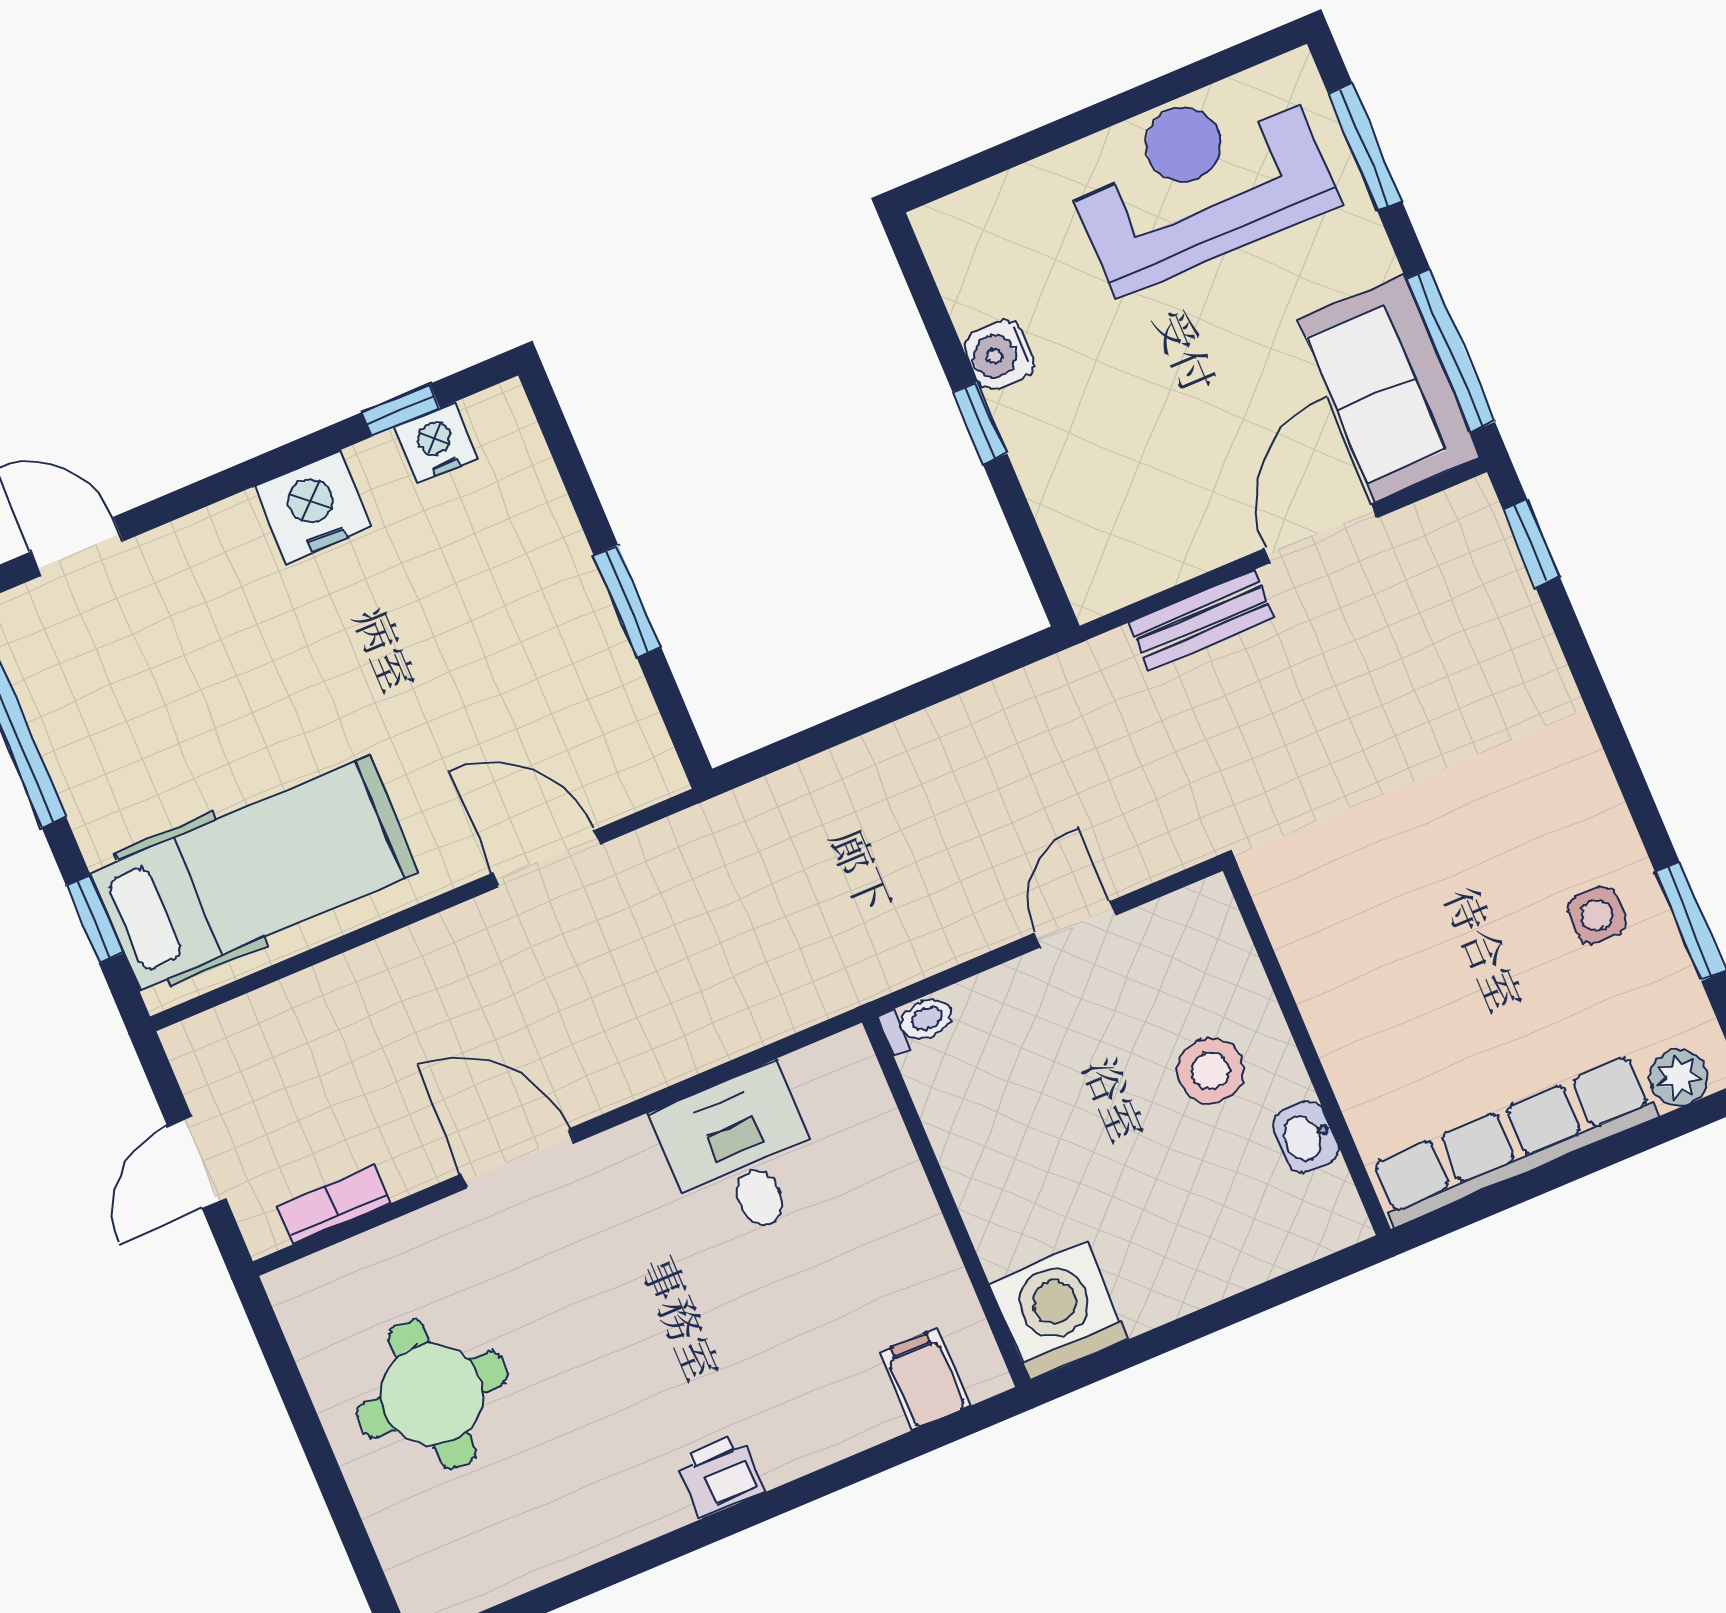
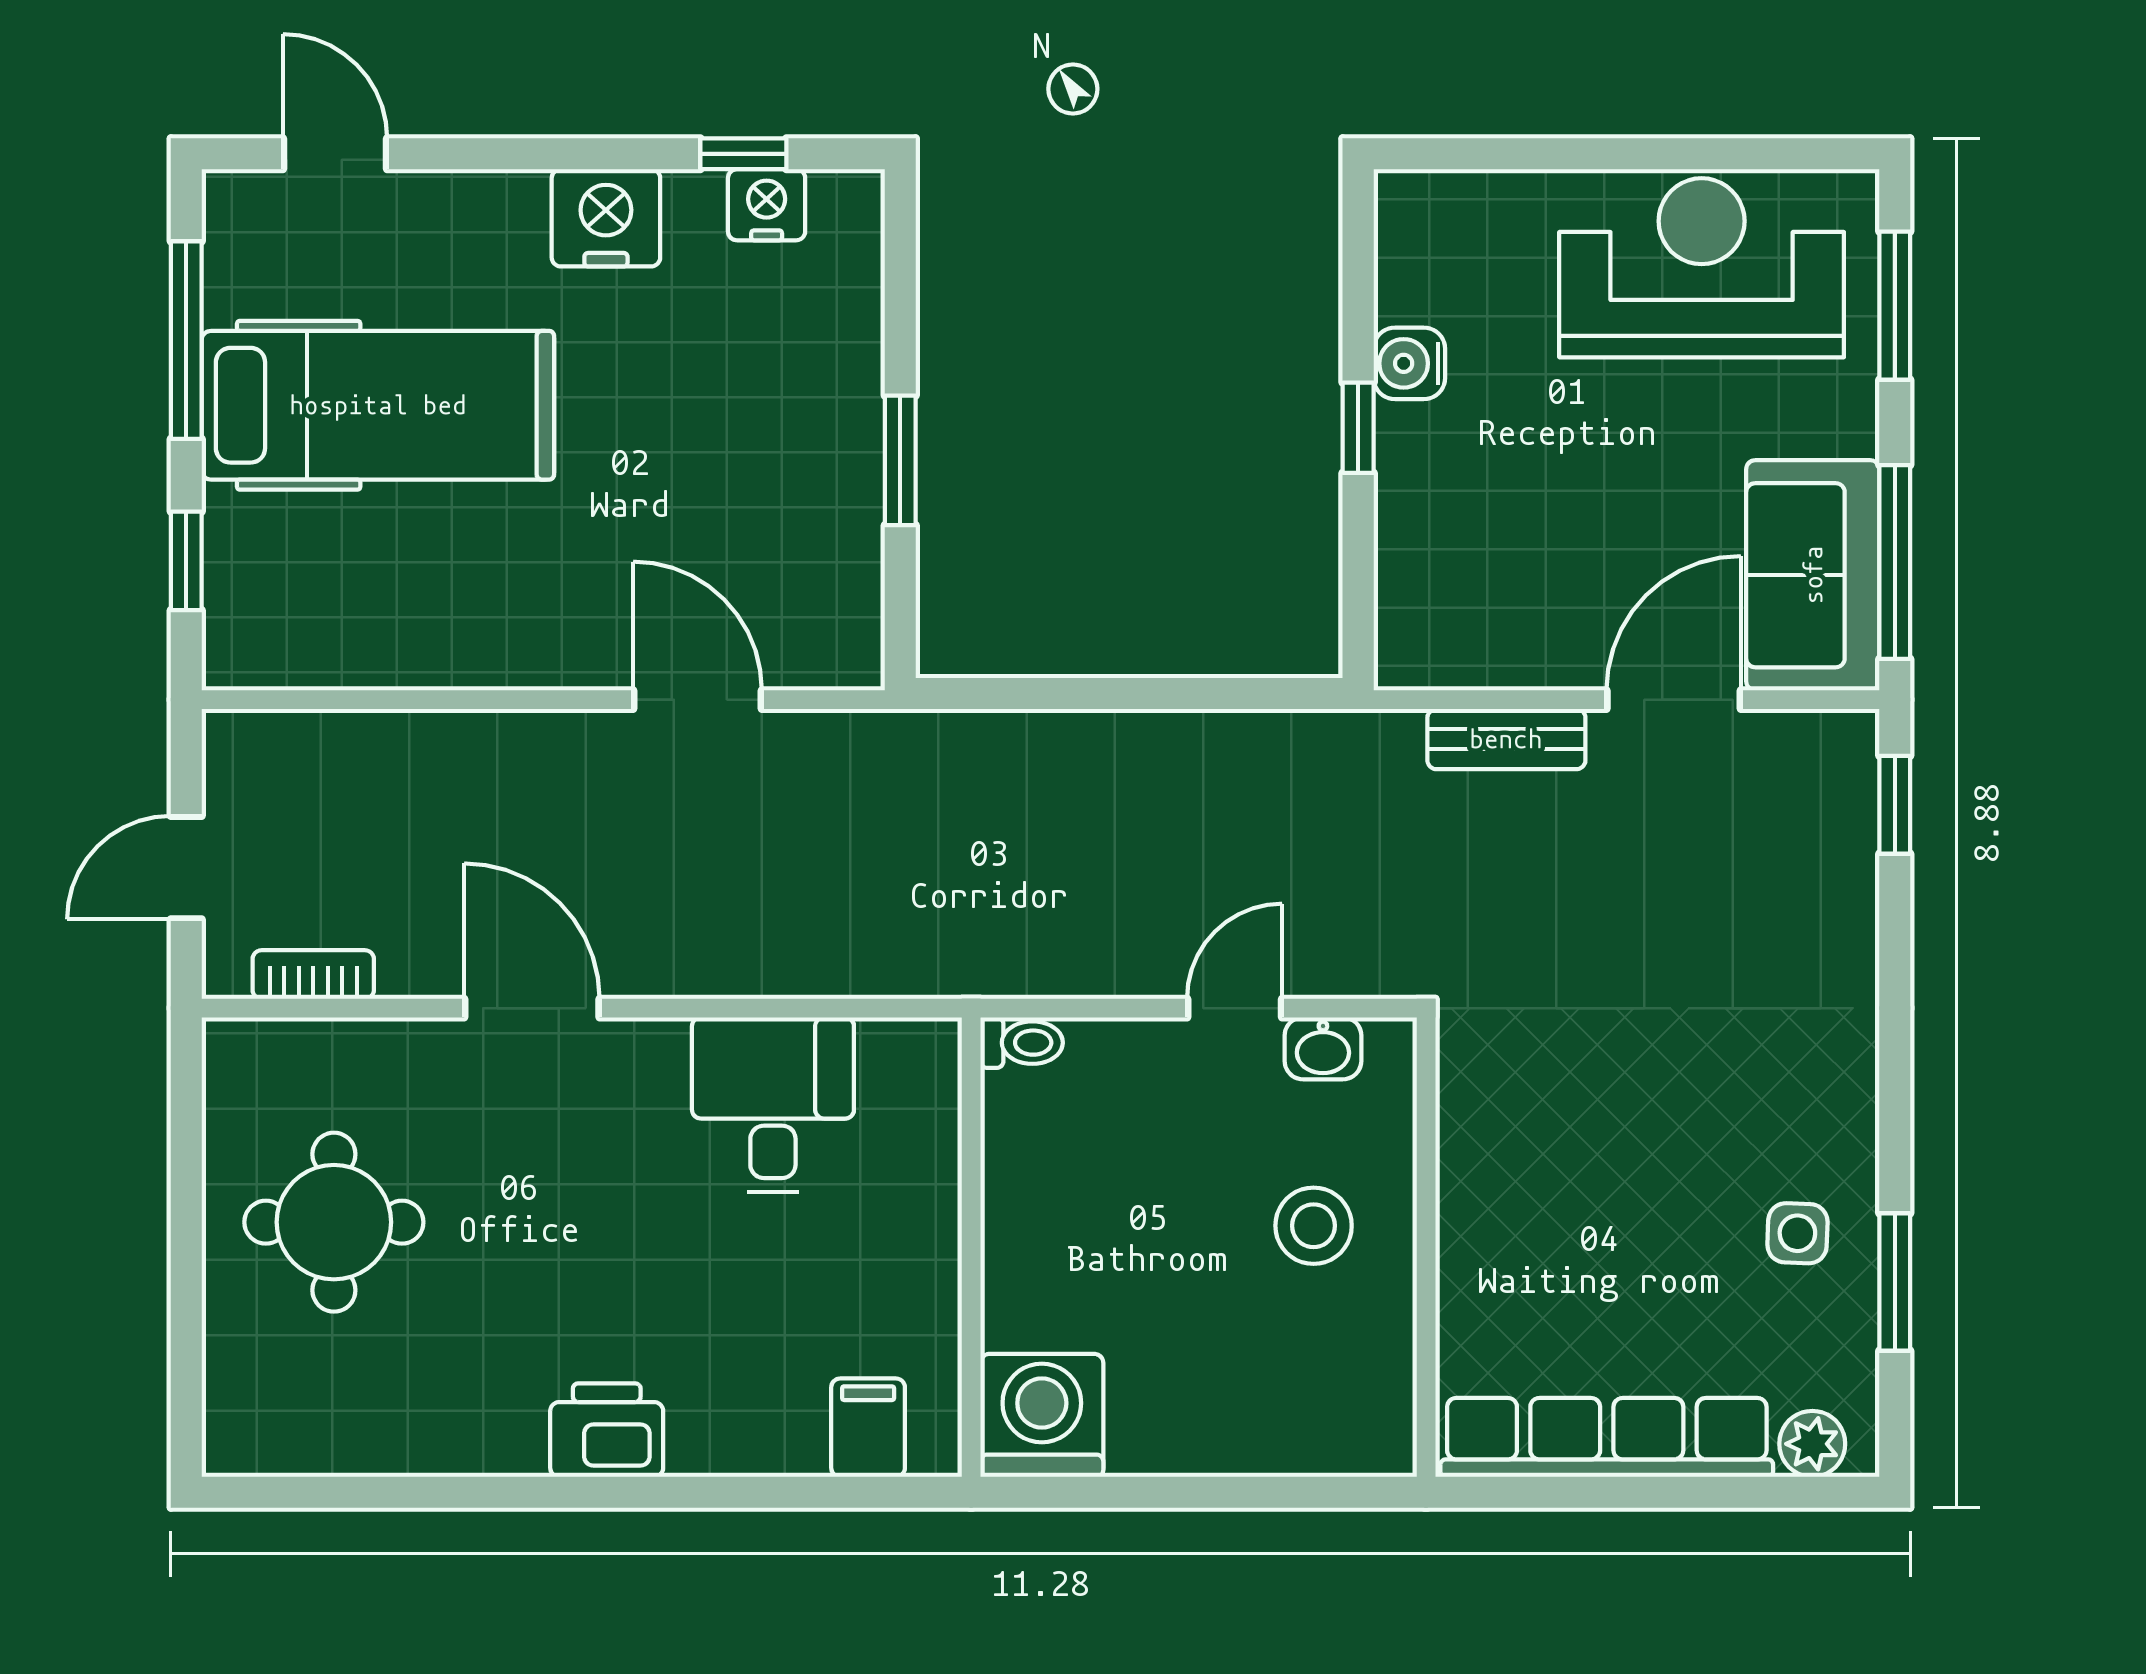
hospital bed: (254, 873) -> (378, 405), moved
washbasin: (1306, 1137) -> (1323, 1048), moved, turned -90
printer: (721, 1475) -> (607, 1430), width x1.36, depth x1.24

